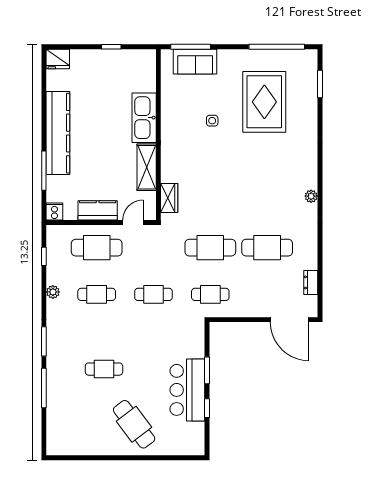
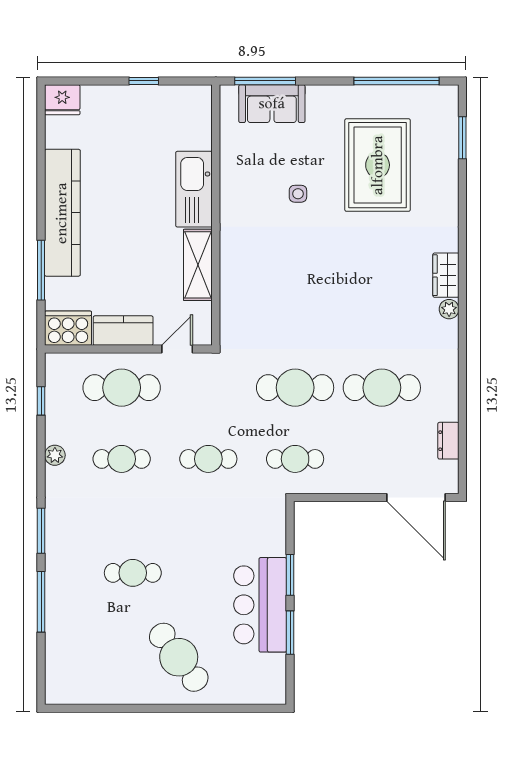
wardrobe: (169, 198) -> (446, 275), moved, turned 180
cooker: (54, 211) -> (68, 328), width x1.87, depth x1.31
window: (207, 408) -> (290, 633), width x1.50

